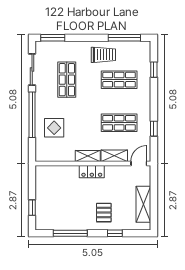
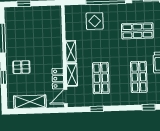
door: (139, 163) -> (66, 97), swing flipped
locker: (92, 172) -> (58, 79), moved

